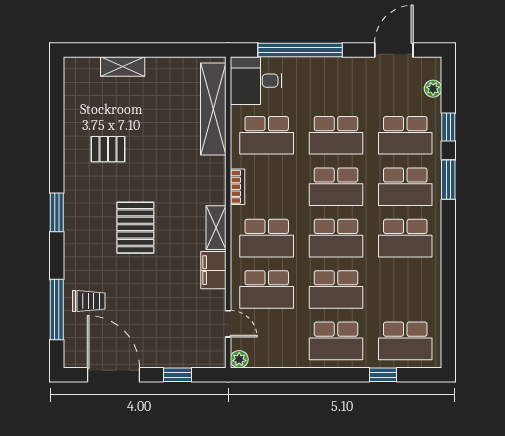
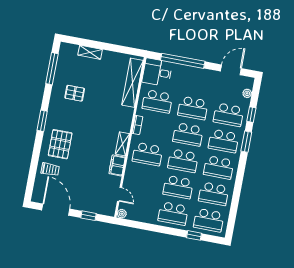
pallet: (135, 228) -> (60, 144), moved
school desk: (267, 289) -> (214, 194), moved
window: (57, 310) -> (52, 69), moved

